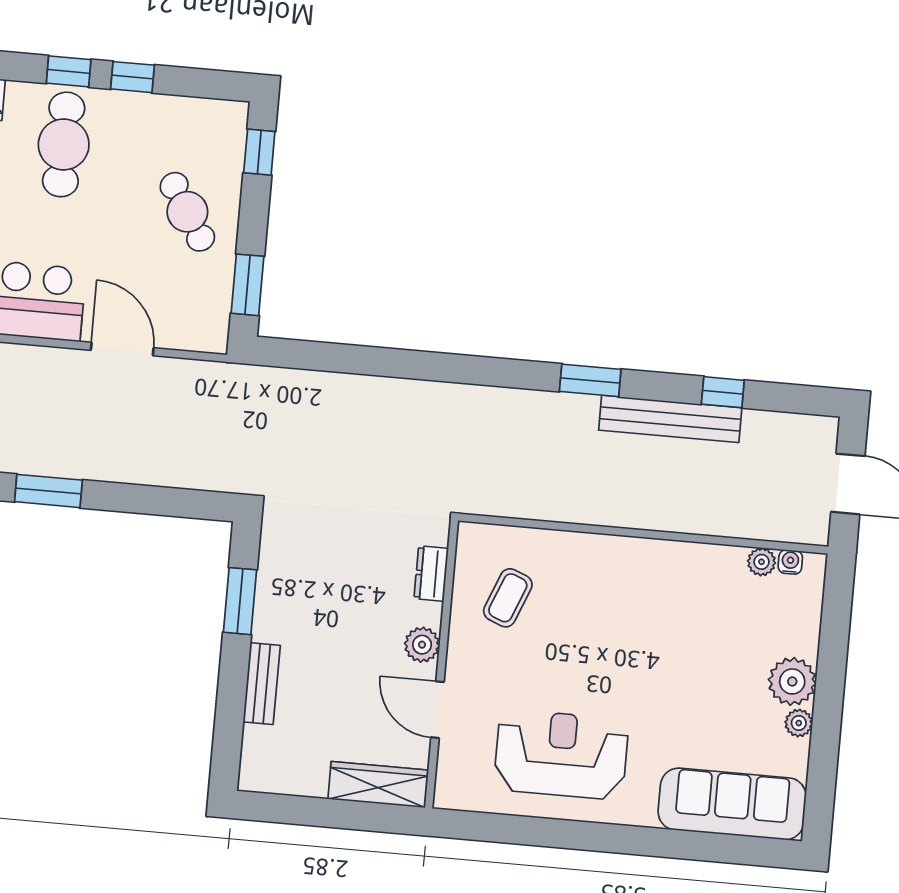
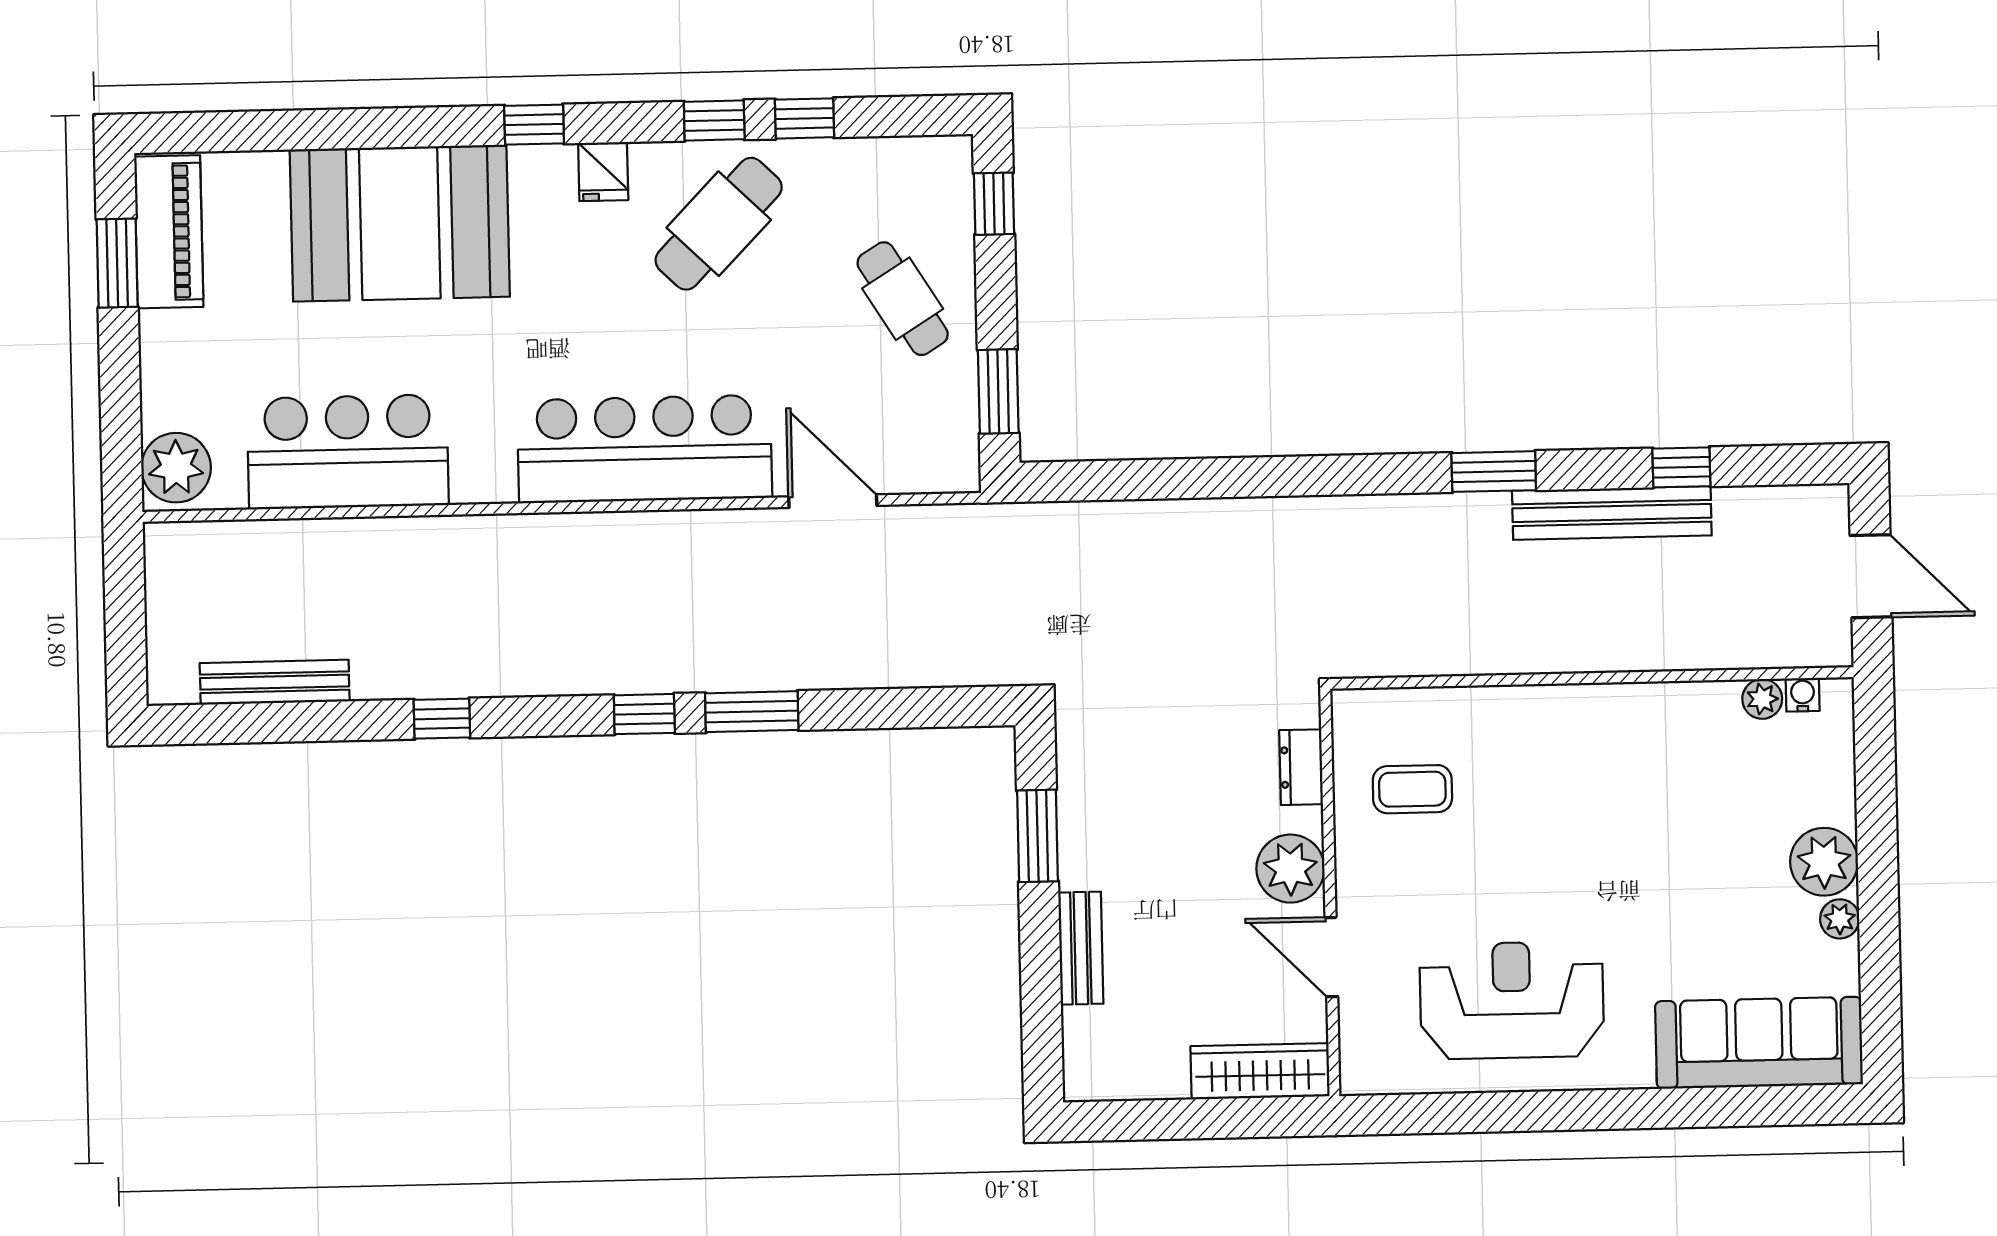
cafe table: (64, 144) -> (719, 224), turned 44
coffee table: (508, 598) -> (1412, 789), turned 68
plant: (422, 645) -> (1290, 869), width x1.36, depth x1.36

